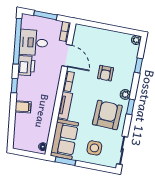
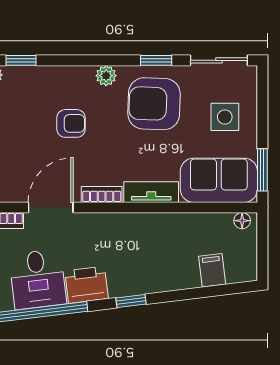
window: (139, 65) -> (21, 60), moved
filing cabinet: (23, 107) -> (212, 270), moved
window: (131, 107) -> (156, 60), moved

